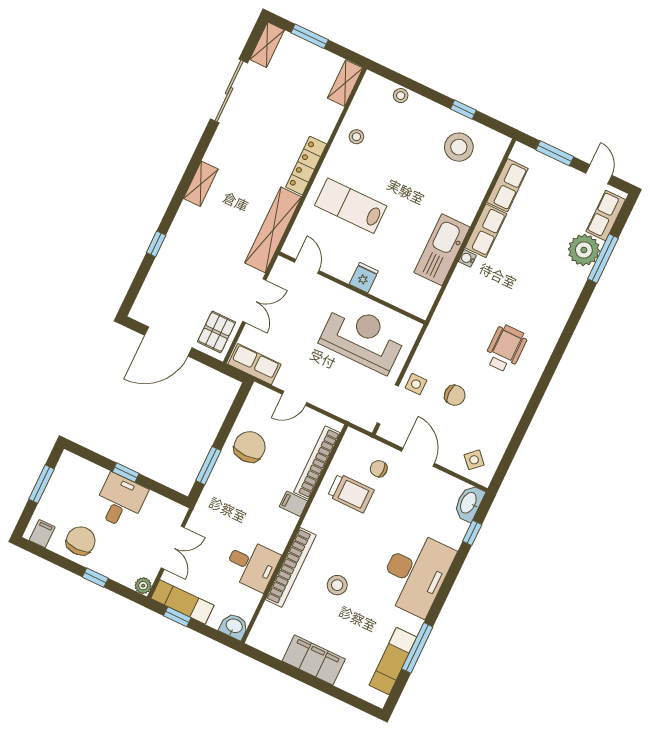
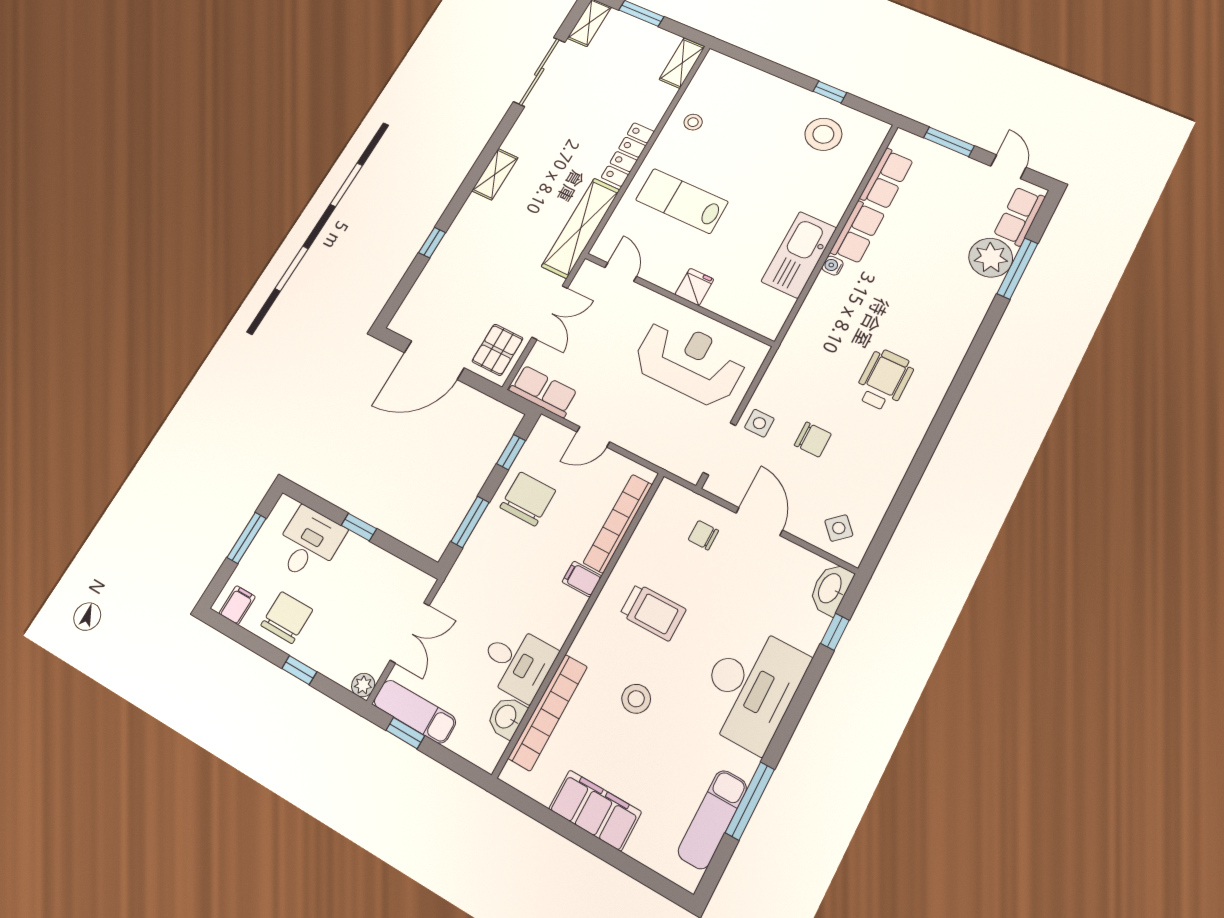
stool: (401, 96) -> (751, 77), removed
window: (234, 412) -> (511, 452), added
trolley: (351, 493) -> (653, 612), moved
desk: (120, 501) -> (308, 544), moved
bookcase: (291, 567) -> (548, 712), moved
washbasin: (234, 626) -> (506, 717), moved, turned -90

